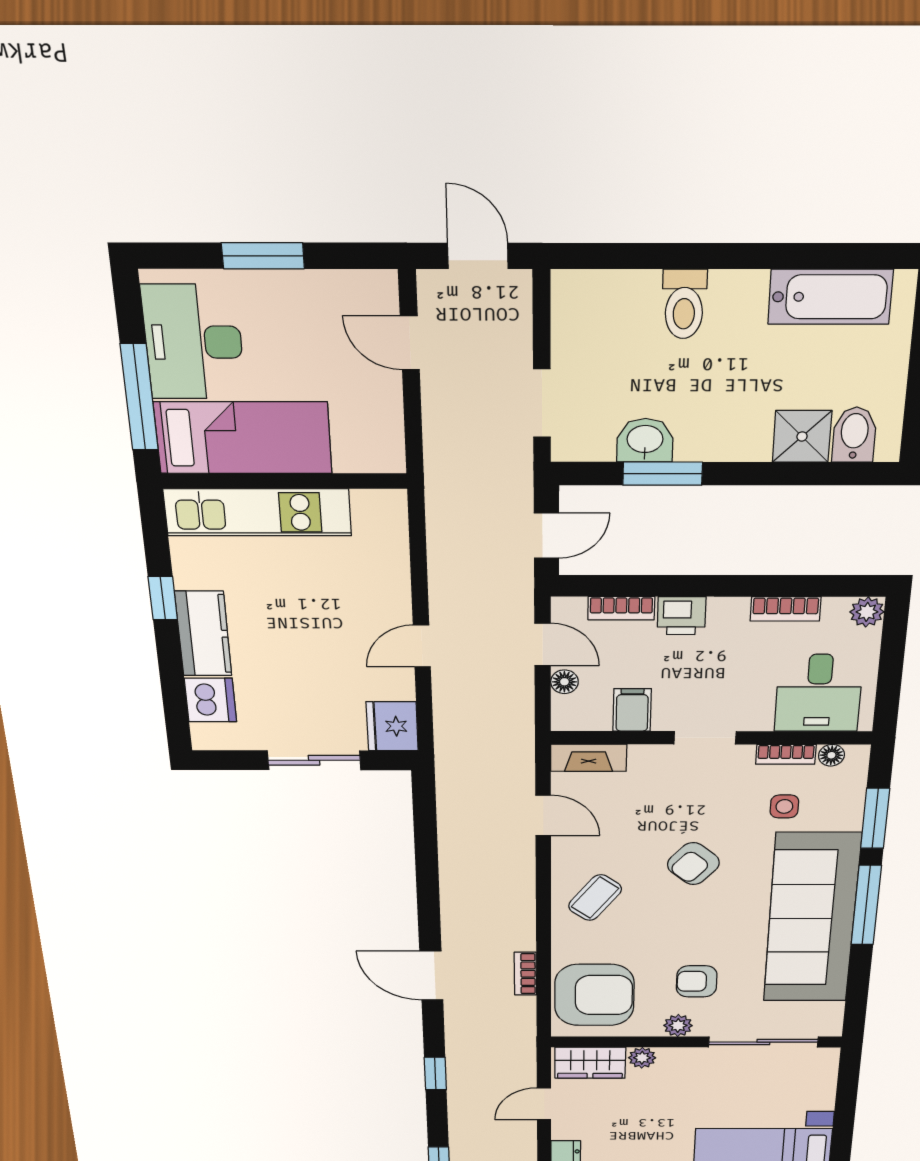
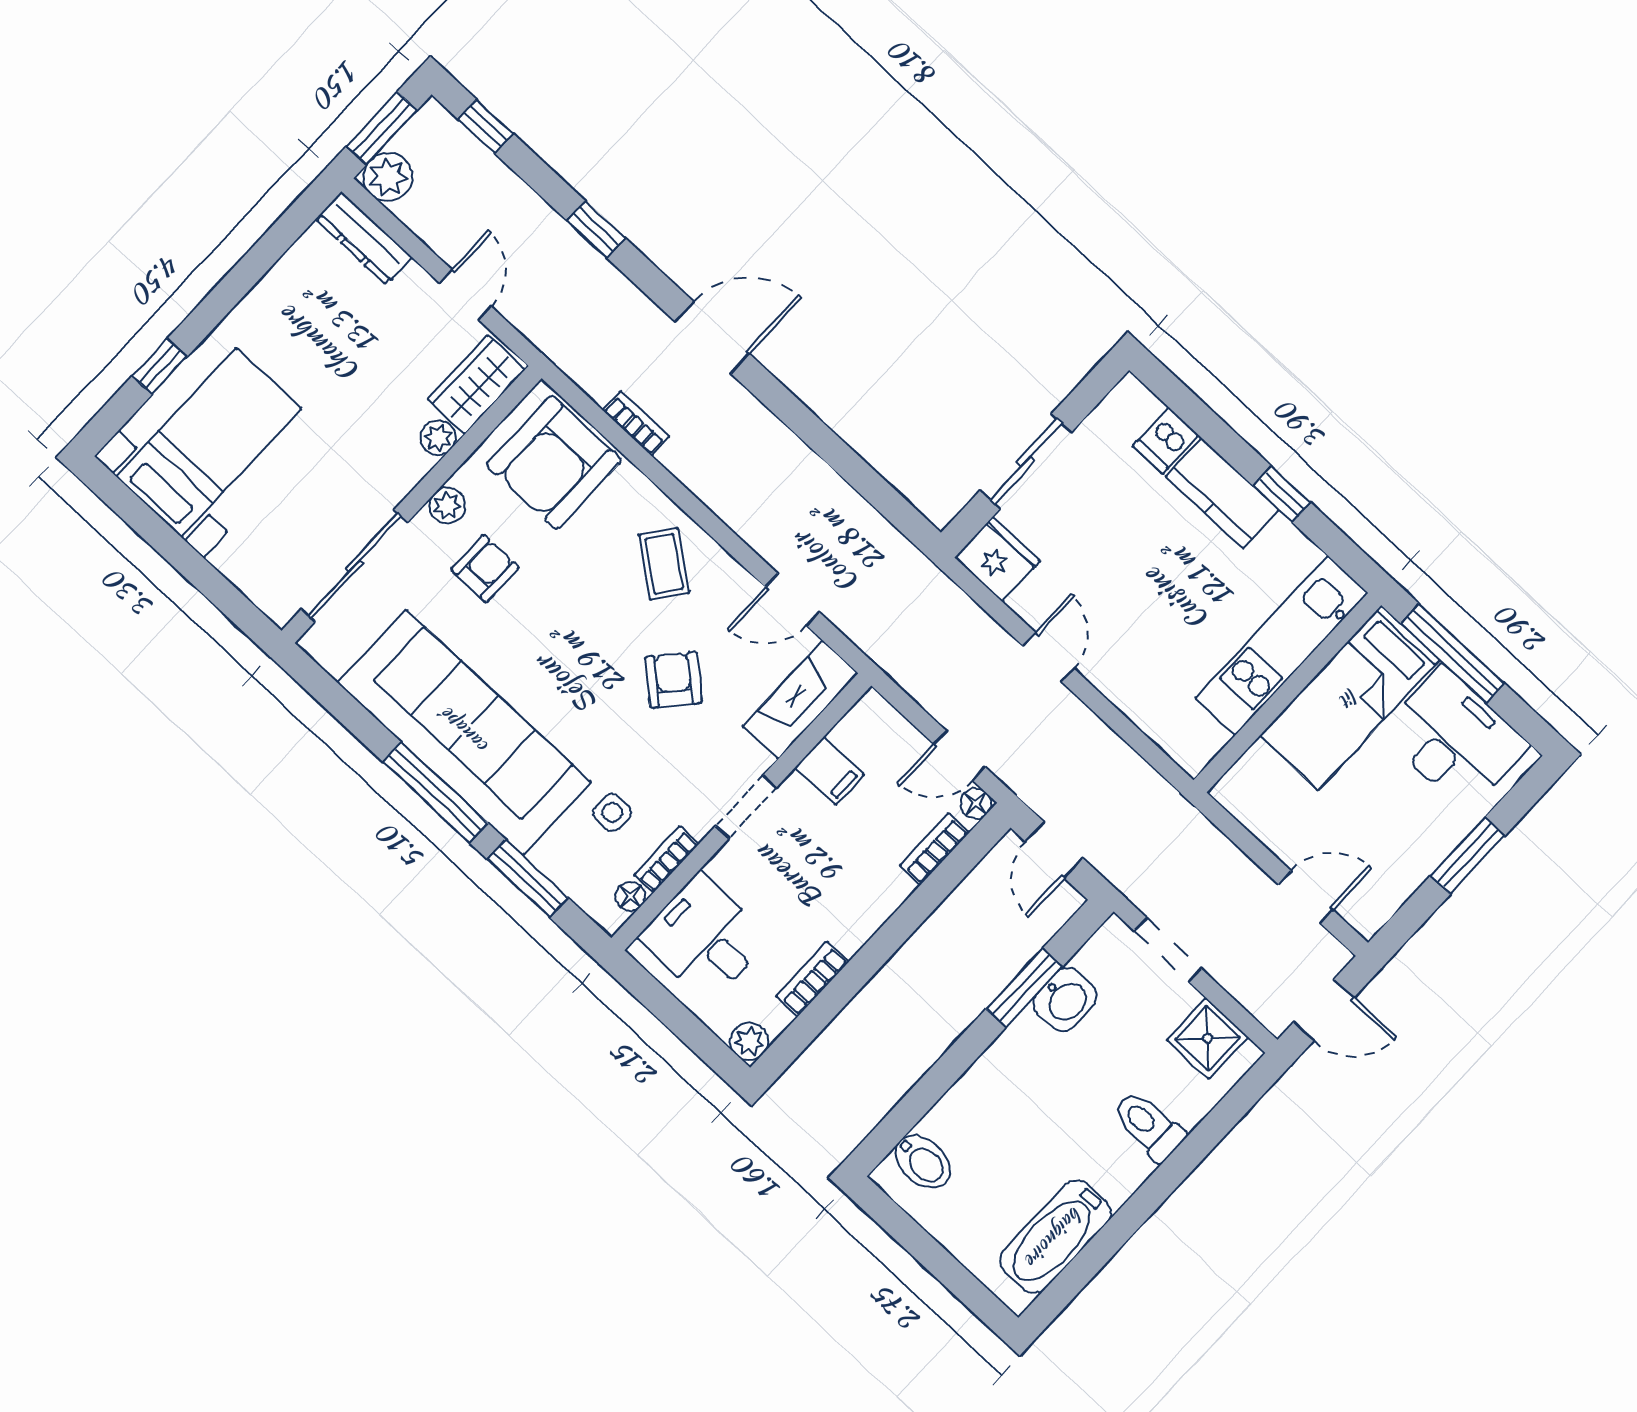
shower: (802, 436) -> (1207, 1038), moved
printer: (681, 616) -> (883, 891), removed
floor lamp: (564, 682) -> (976, 804), moved
dishwasher: (210, 700) -> (1166, 441), width x0.73
fireplace: (589, 758) -> (800, 700), width x1.37, depth x1.32
armchair: (693, 864) -> (673, 680), moved

